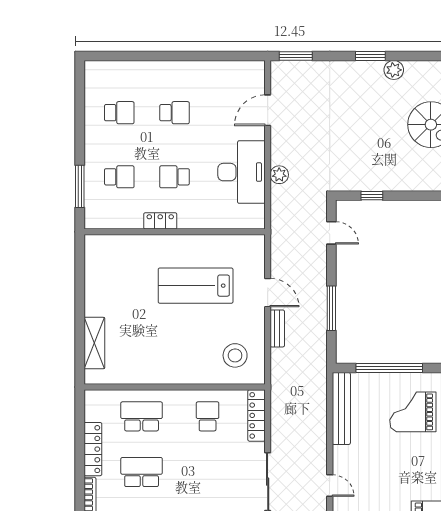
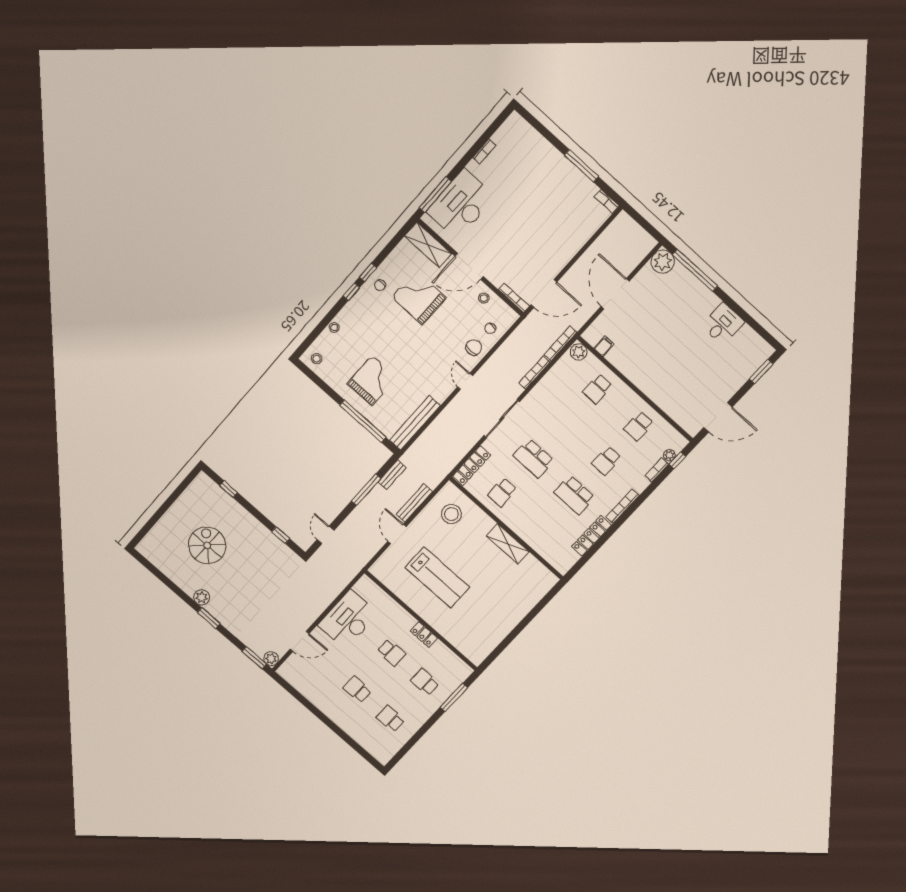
plant: (279, 175) -> (271, 659), moved
bench: (277, 328) -> (414, 503), width x1.36
shelving: (94, 343) -> (508, 544), moved, turned 90
bench: (320, 343) -> (392, 475), added
grand piano: (413, 412) -> (372, 381), turned -90
school desk: (142, 416) -> (534, 458), moved

